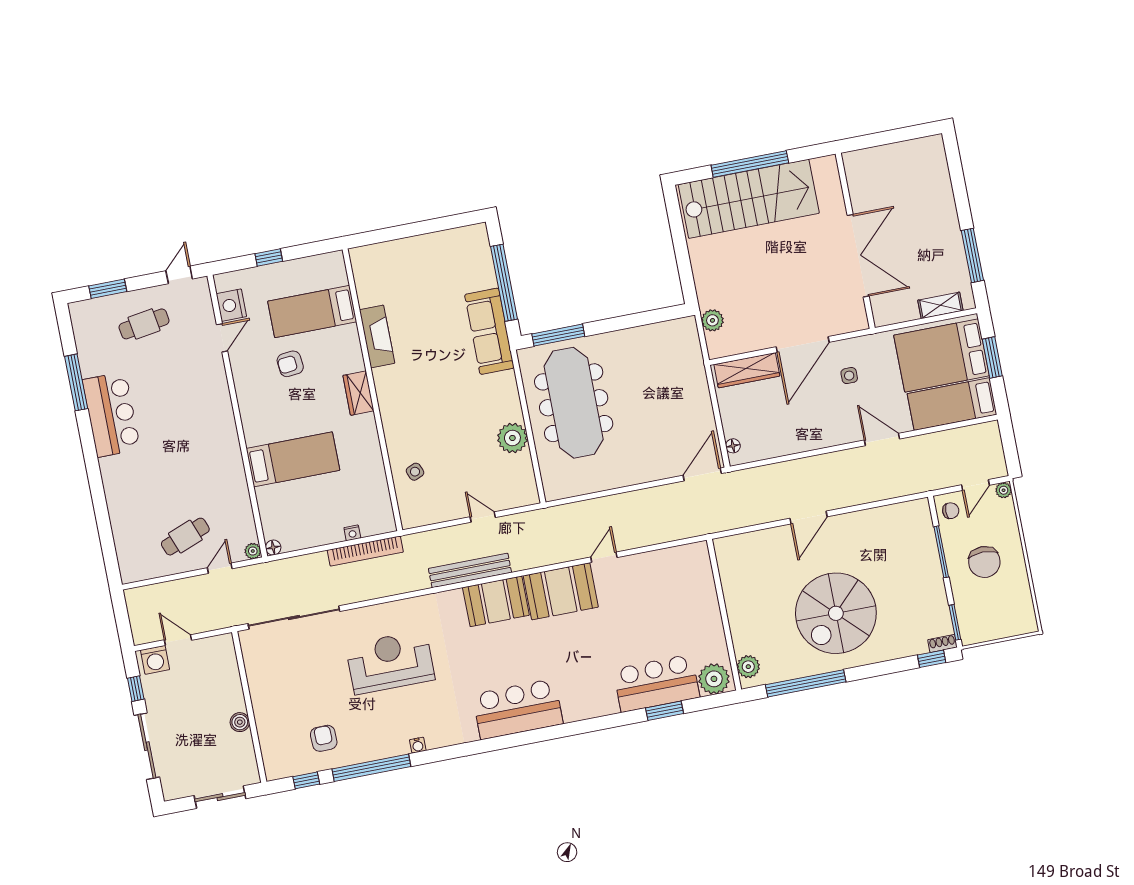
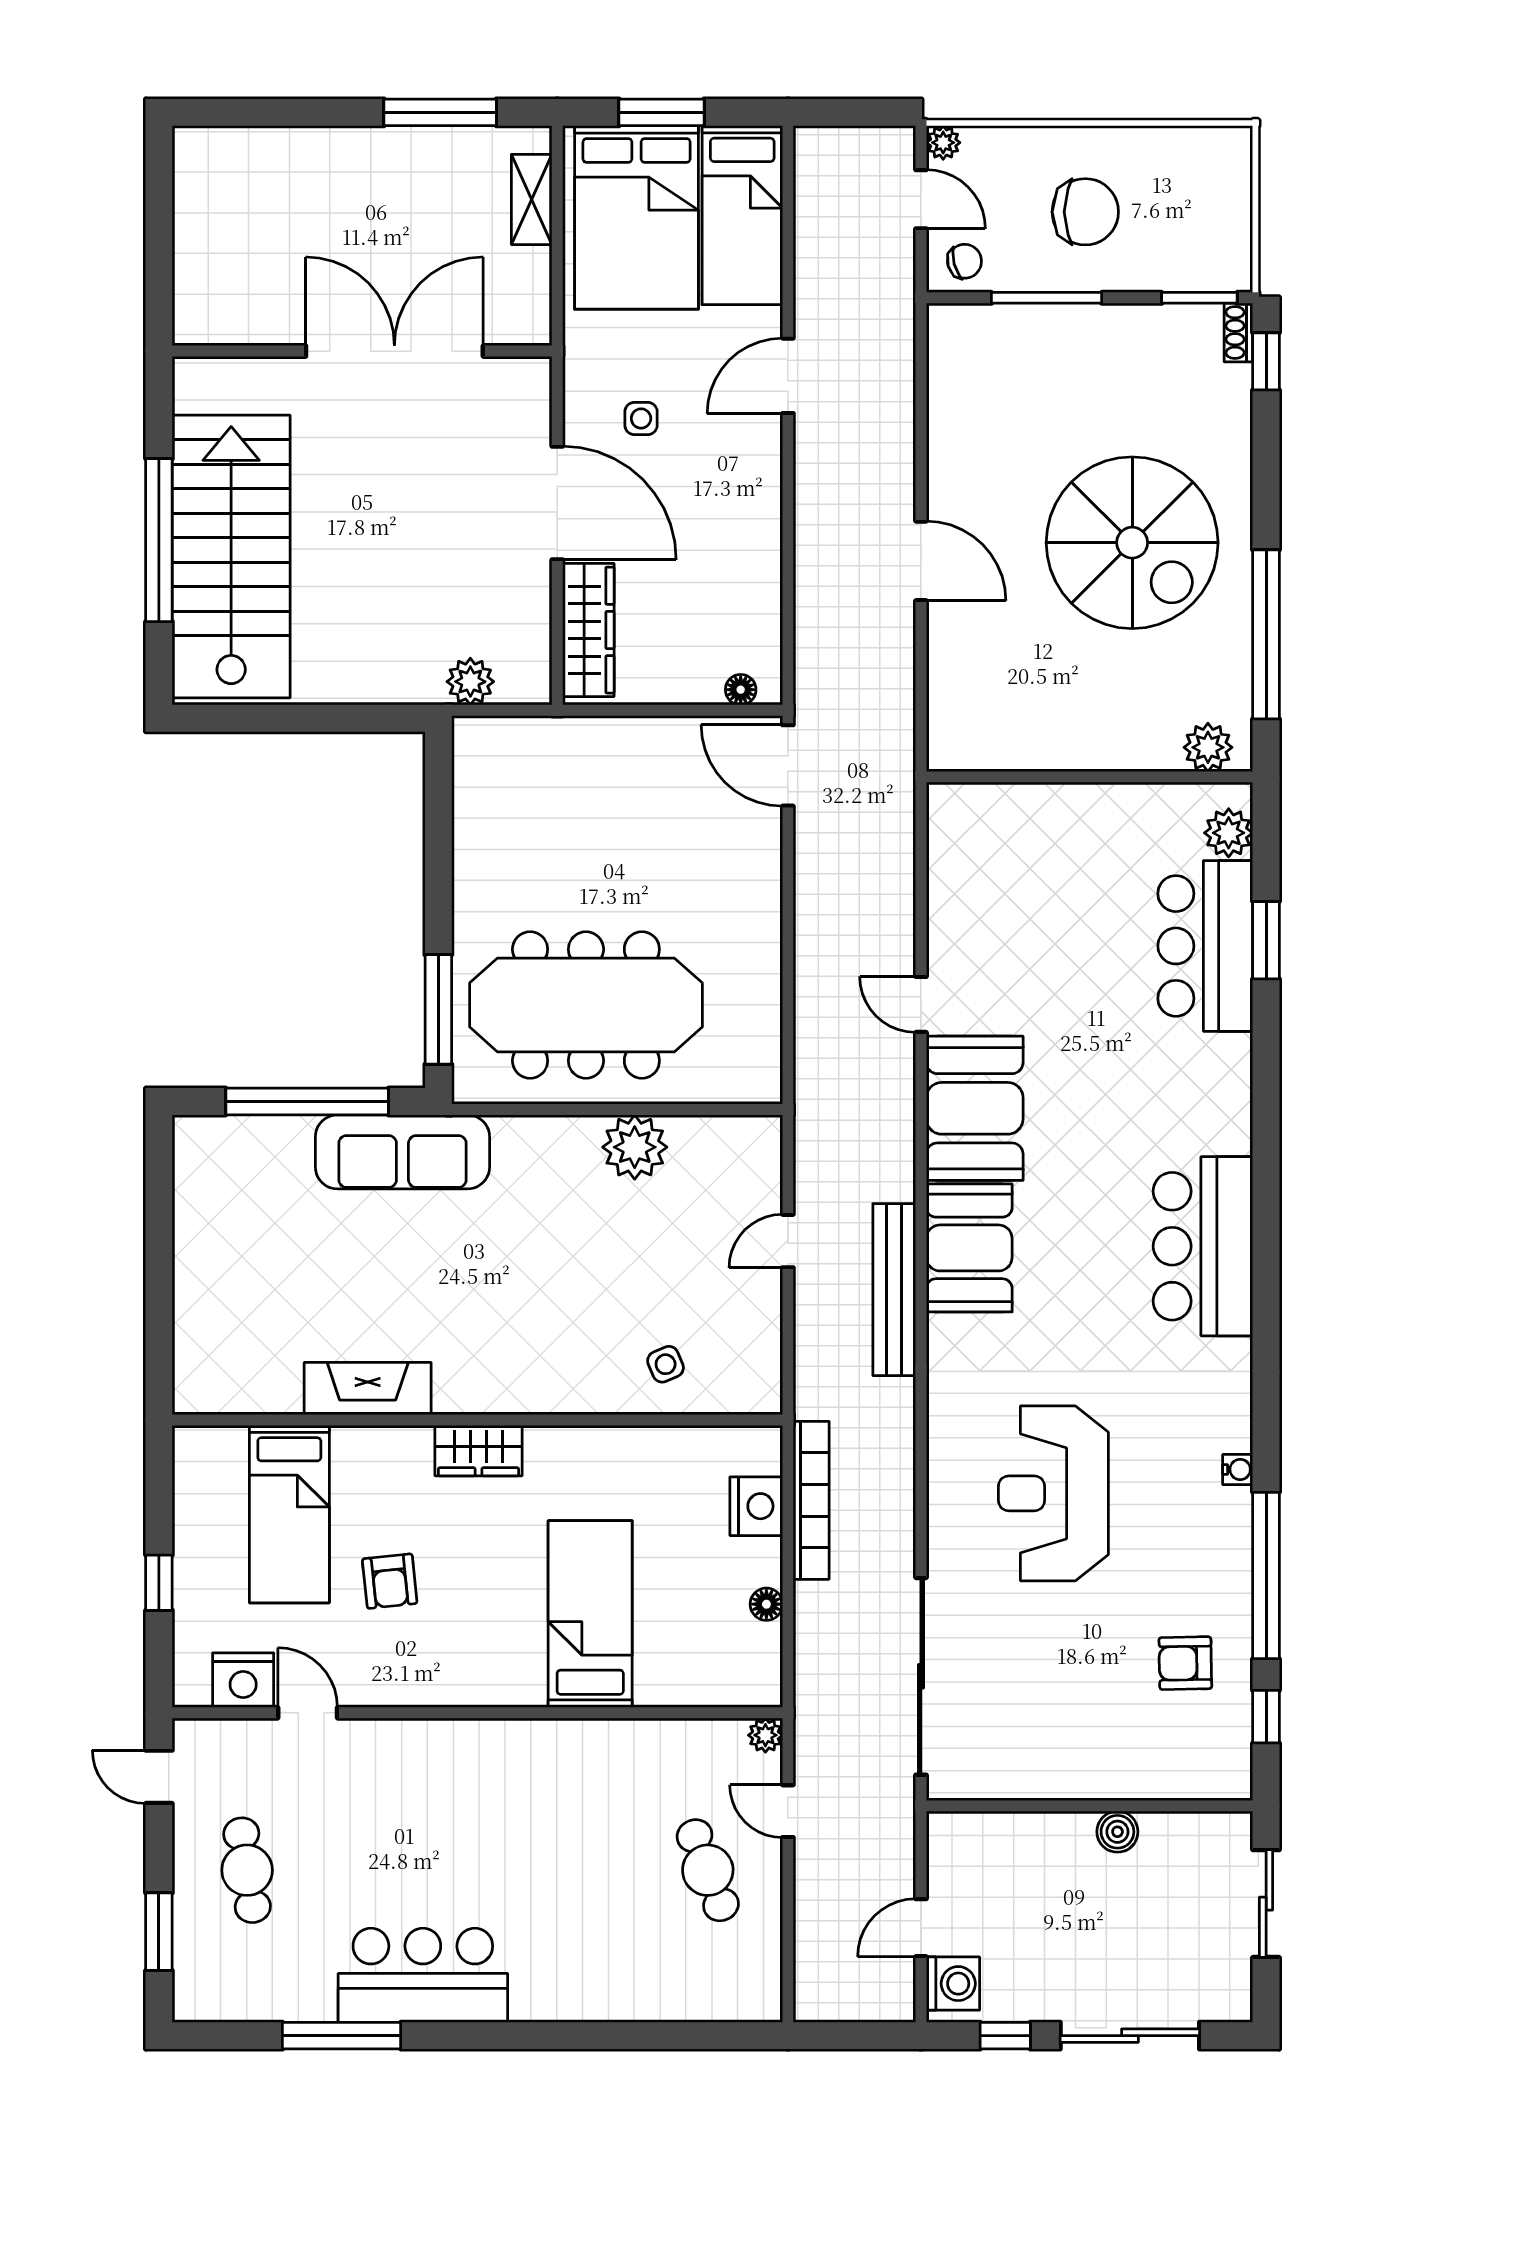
chair: (951, 511) -> (965, 261), turned 75
nightstand: (352, 533) -> (756, 1506), width x1.89, depth x1.79
floor lamp: (273, 548) -> (766, 1604), moved
plant: (714, 679) -> (1229, 833), width x0.73, depth x0.73

